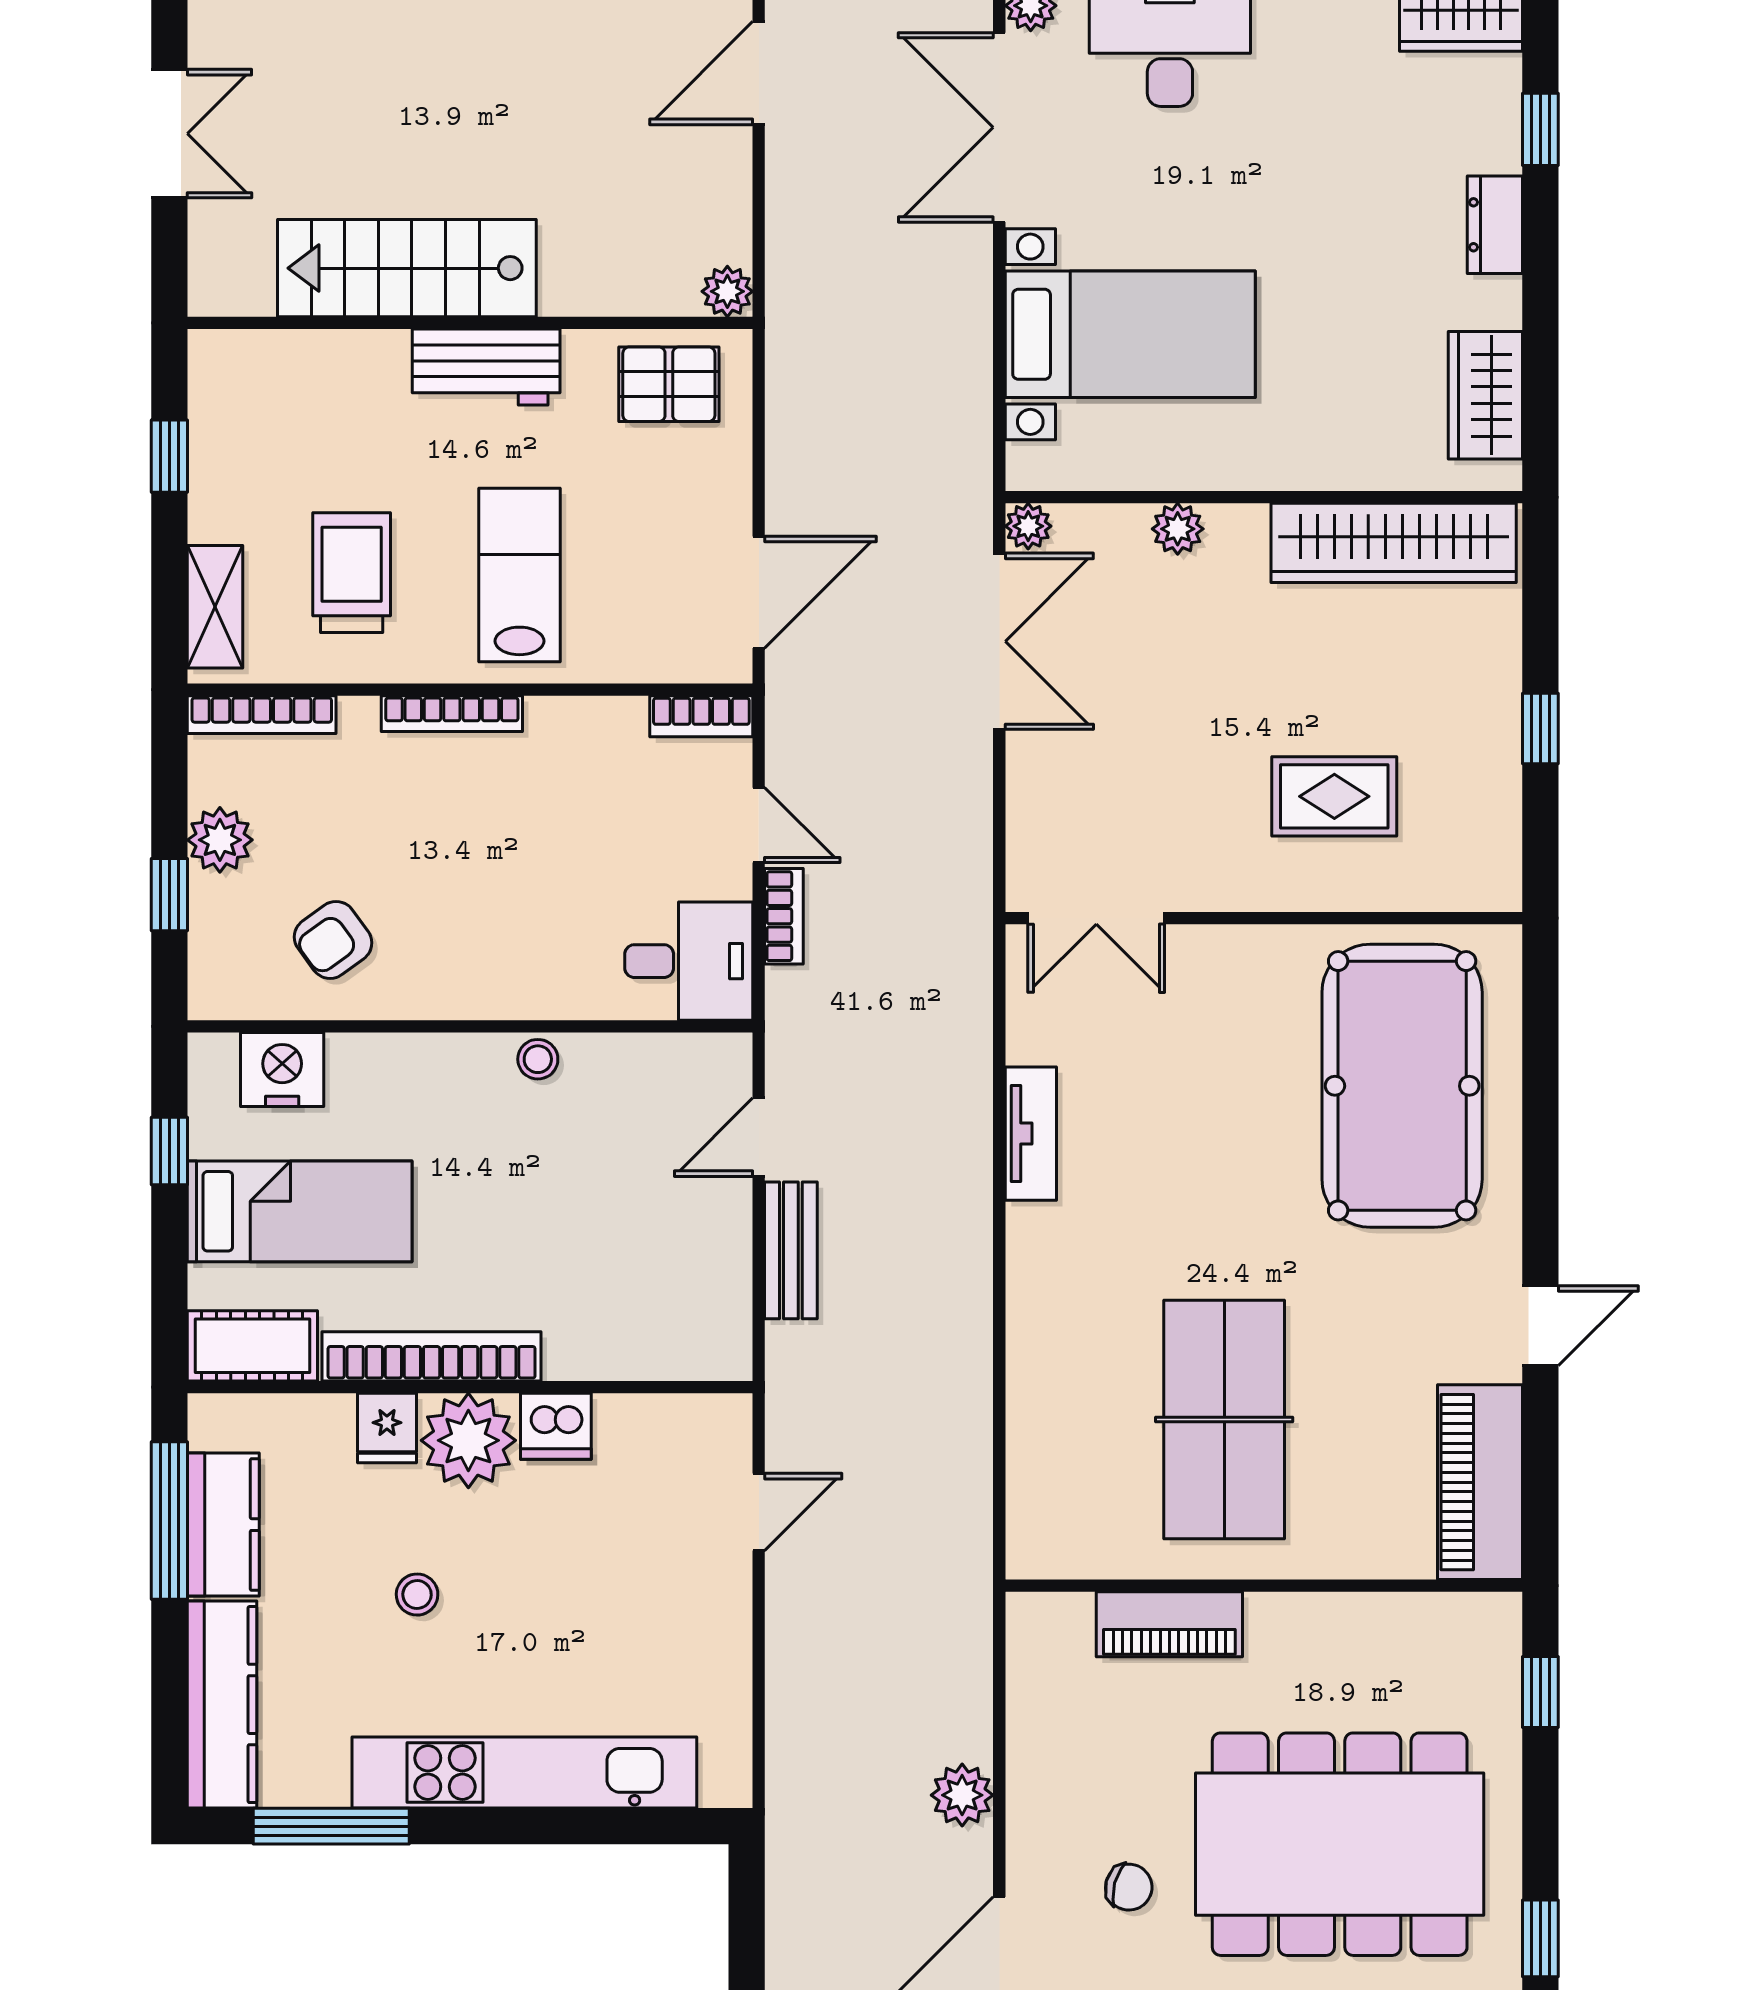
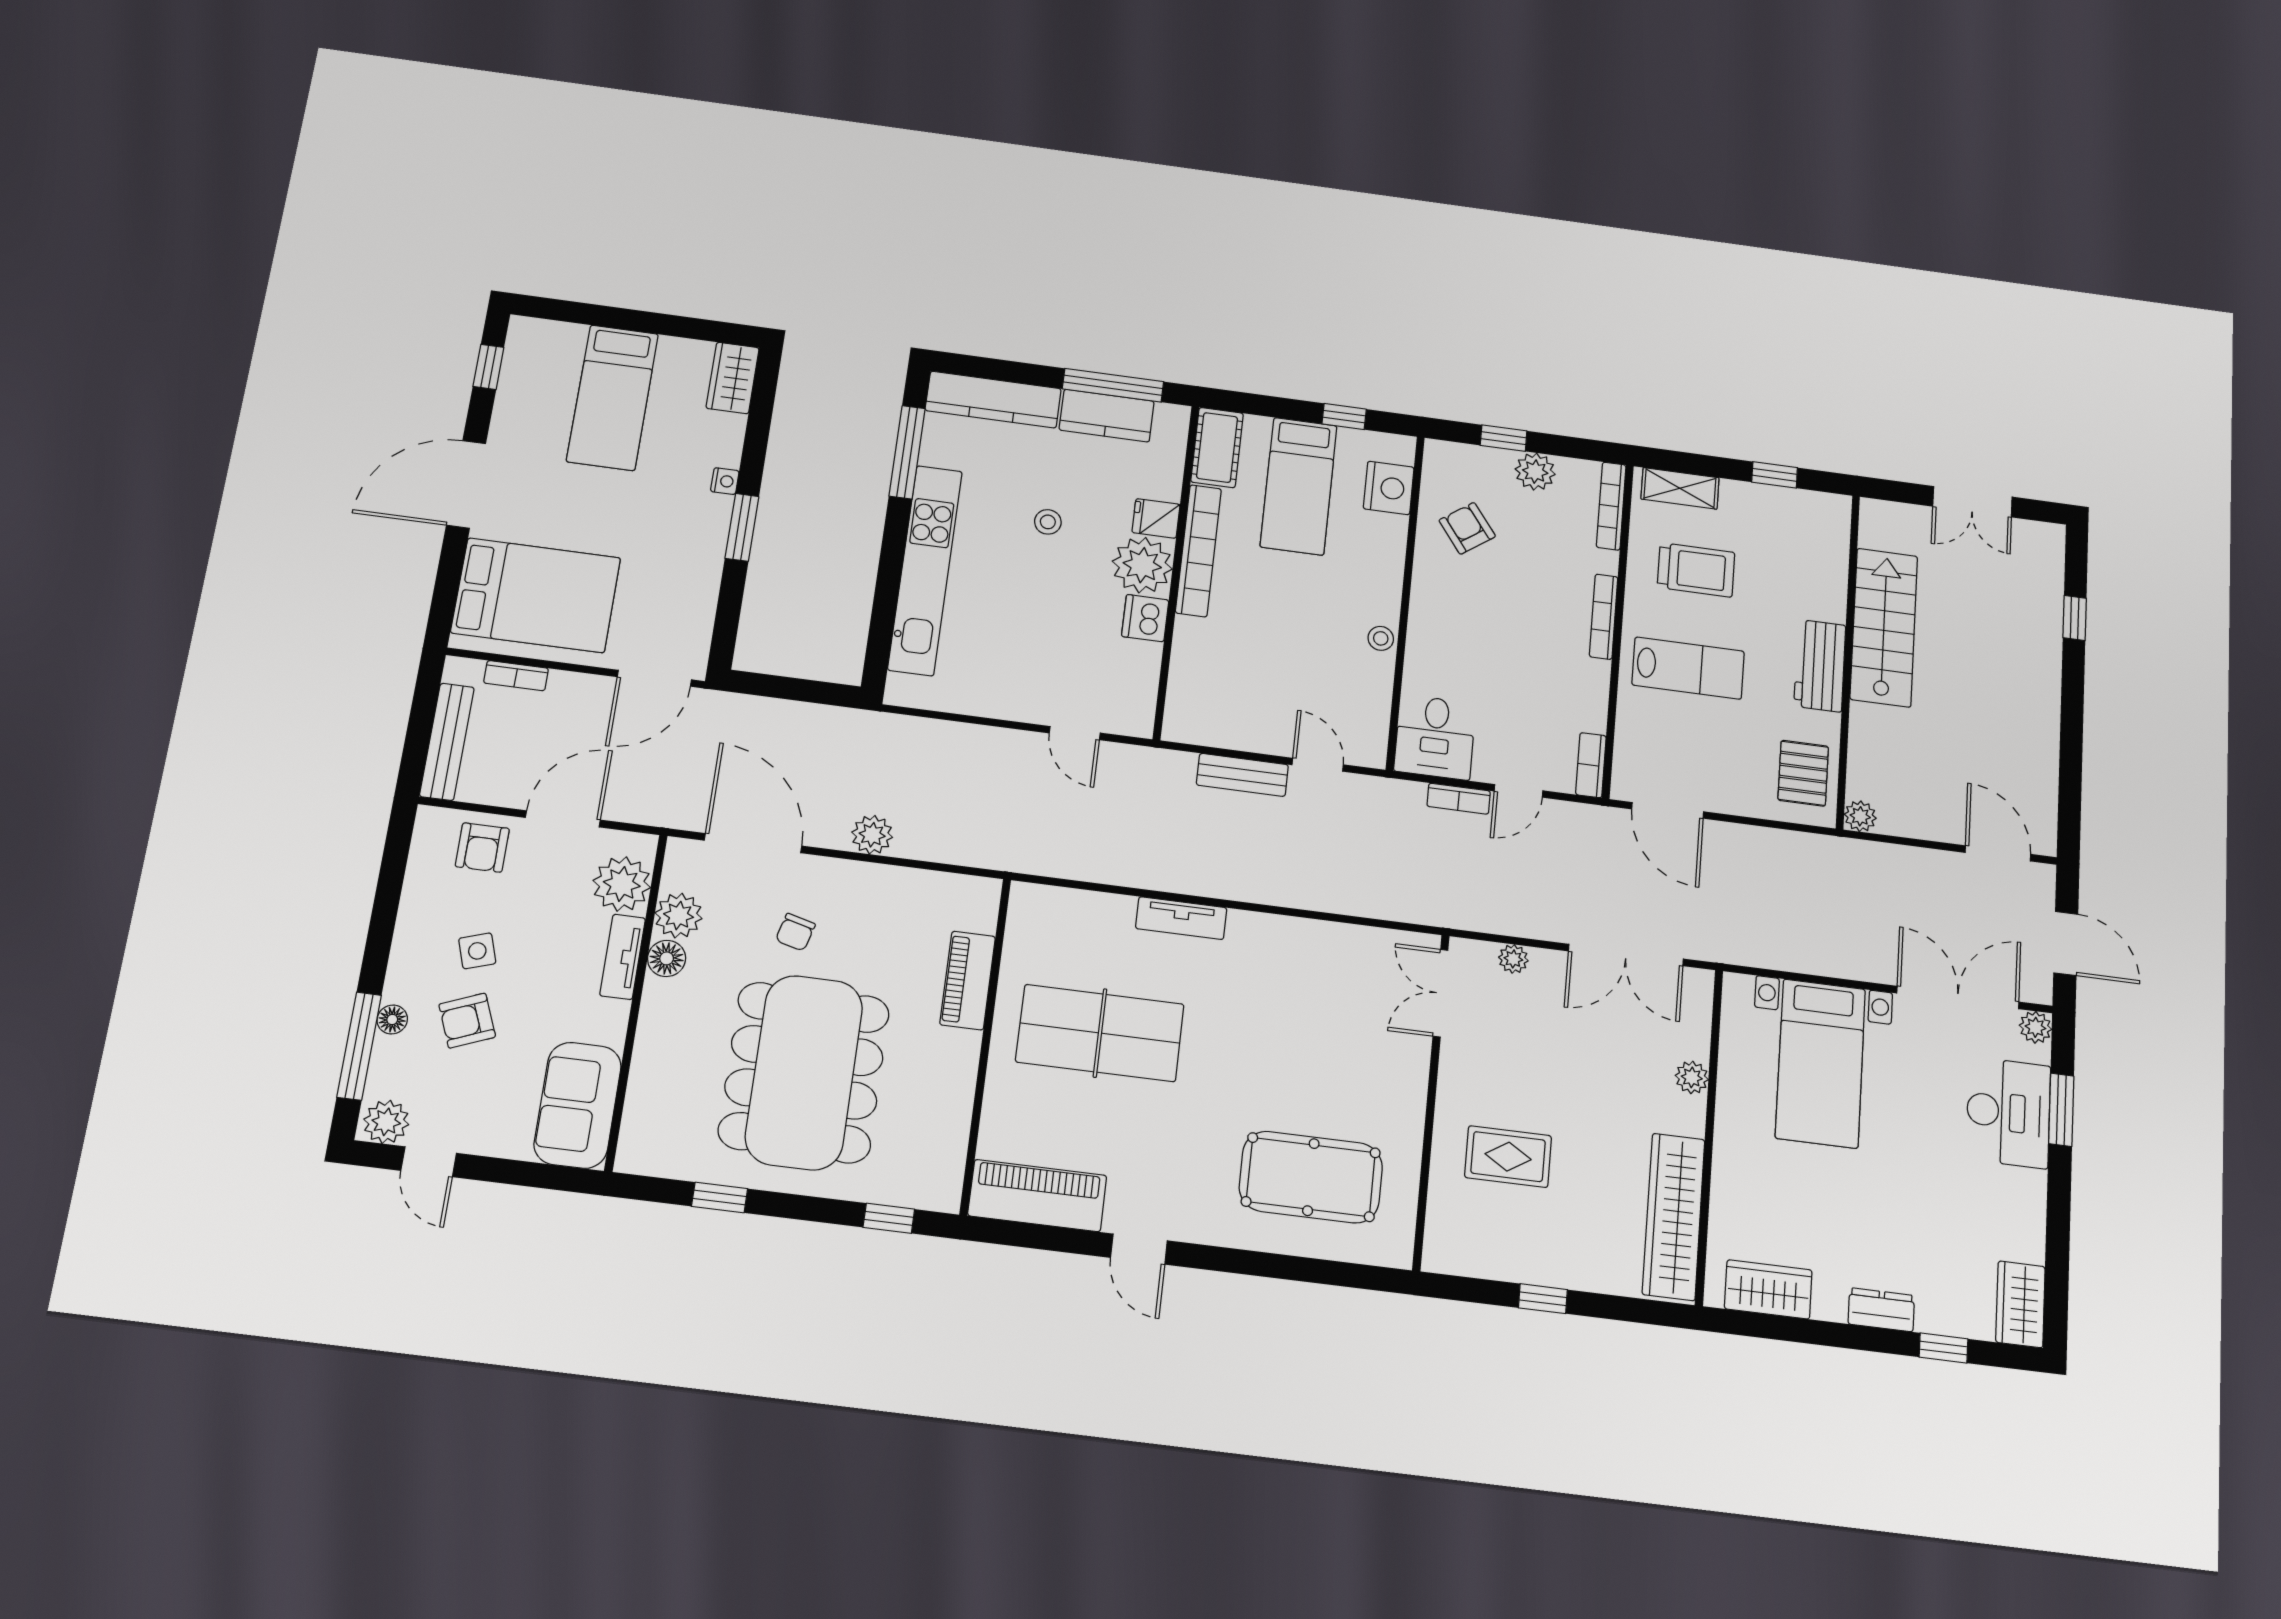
plant: (1028, 526) -> (1513, 959), moved
rug: (1334, 796) -> (1508, 1157), turned 90
pool table: (1402, 1086) -> (1311, 1177), width x0.73, depth x0.76
tv unit: (1031, 1134) -> (1181, 918), moved

